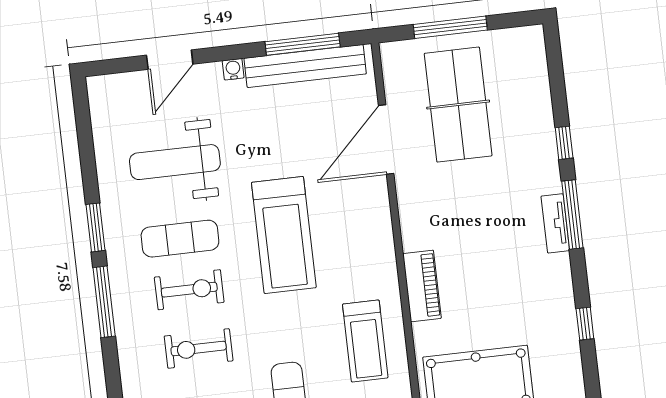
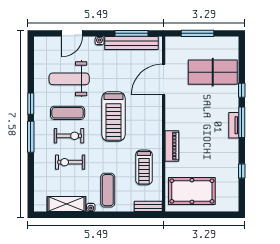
table tennis table: (458, 105) -> (213, 72), moved, turned 90

